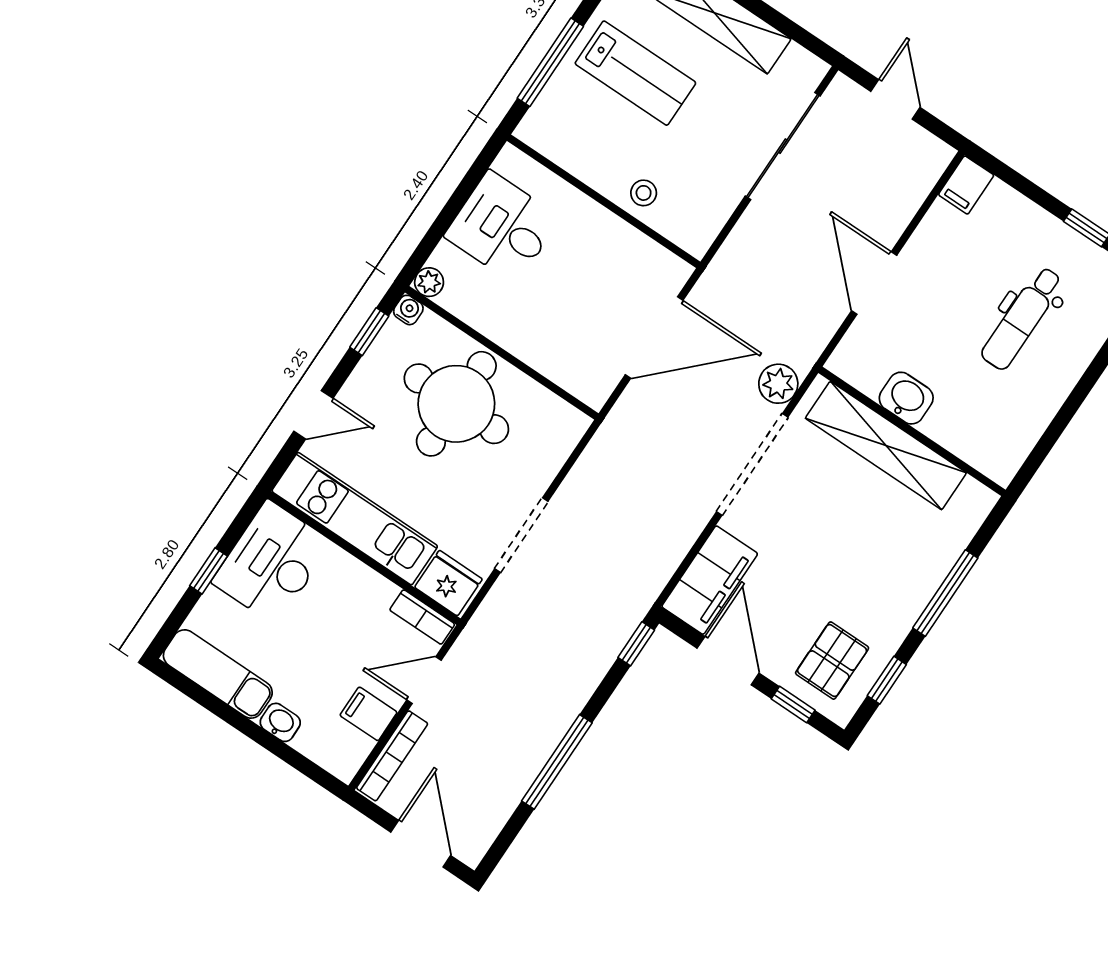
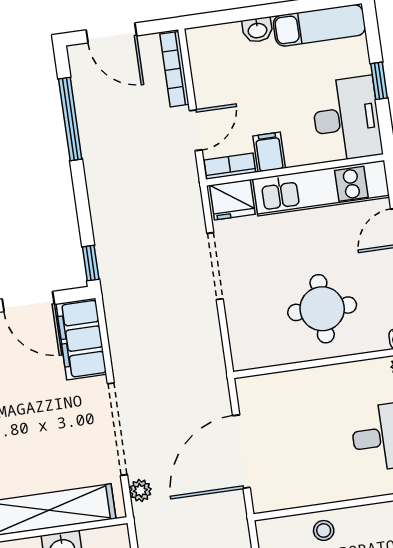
plant: (778, 384) -> (140, 490), width x0.73, depth x0.73
round table: (456, 404) -> (322, 309), width x0.73, depth x0.73
filing cabinet: (369, 714) -> (269, 152), moved, turned -90
window: (557, 762) -> (70, 119), moved

